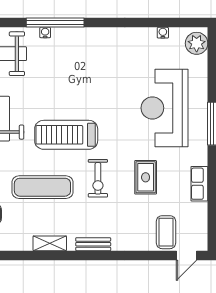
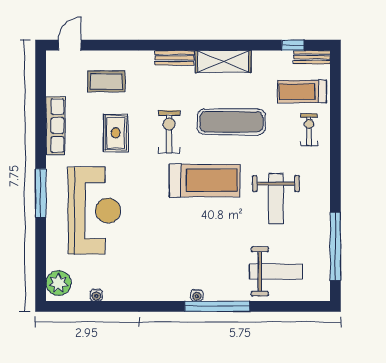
water cooler: (45, 33) -> (197, 295), moved
row of seats: (199, 184) -> (55, 126), width x1.48
coffee table: (166, 232) -> (106, 81), moved, turned 90
shelving: (50, 243) -> (223, 61), width x1.50, depth x1.33

